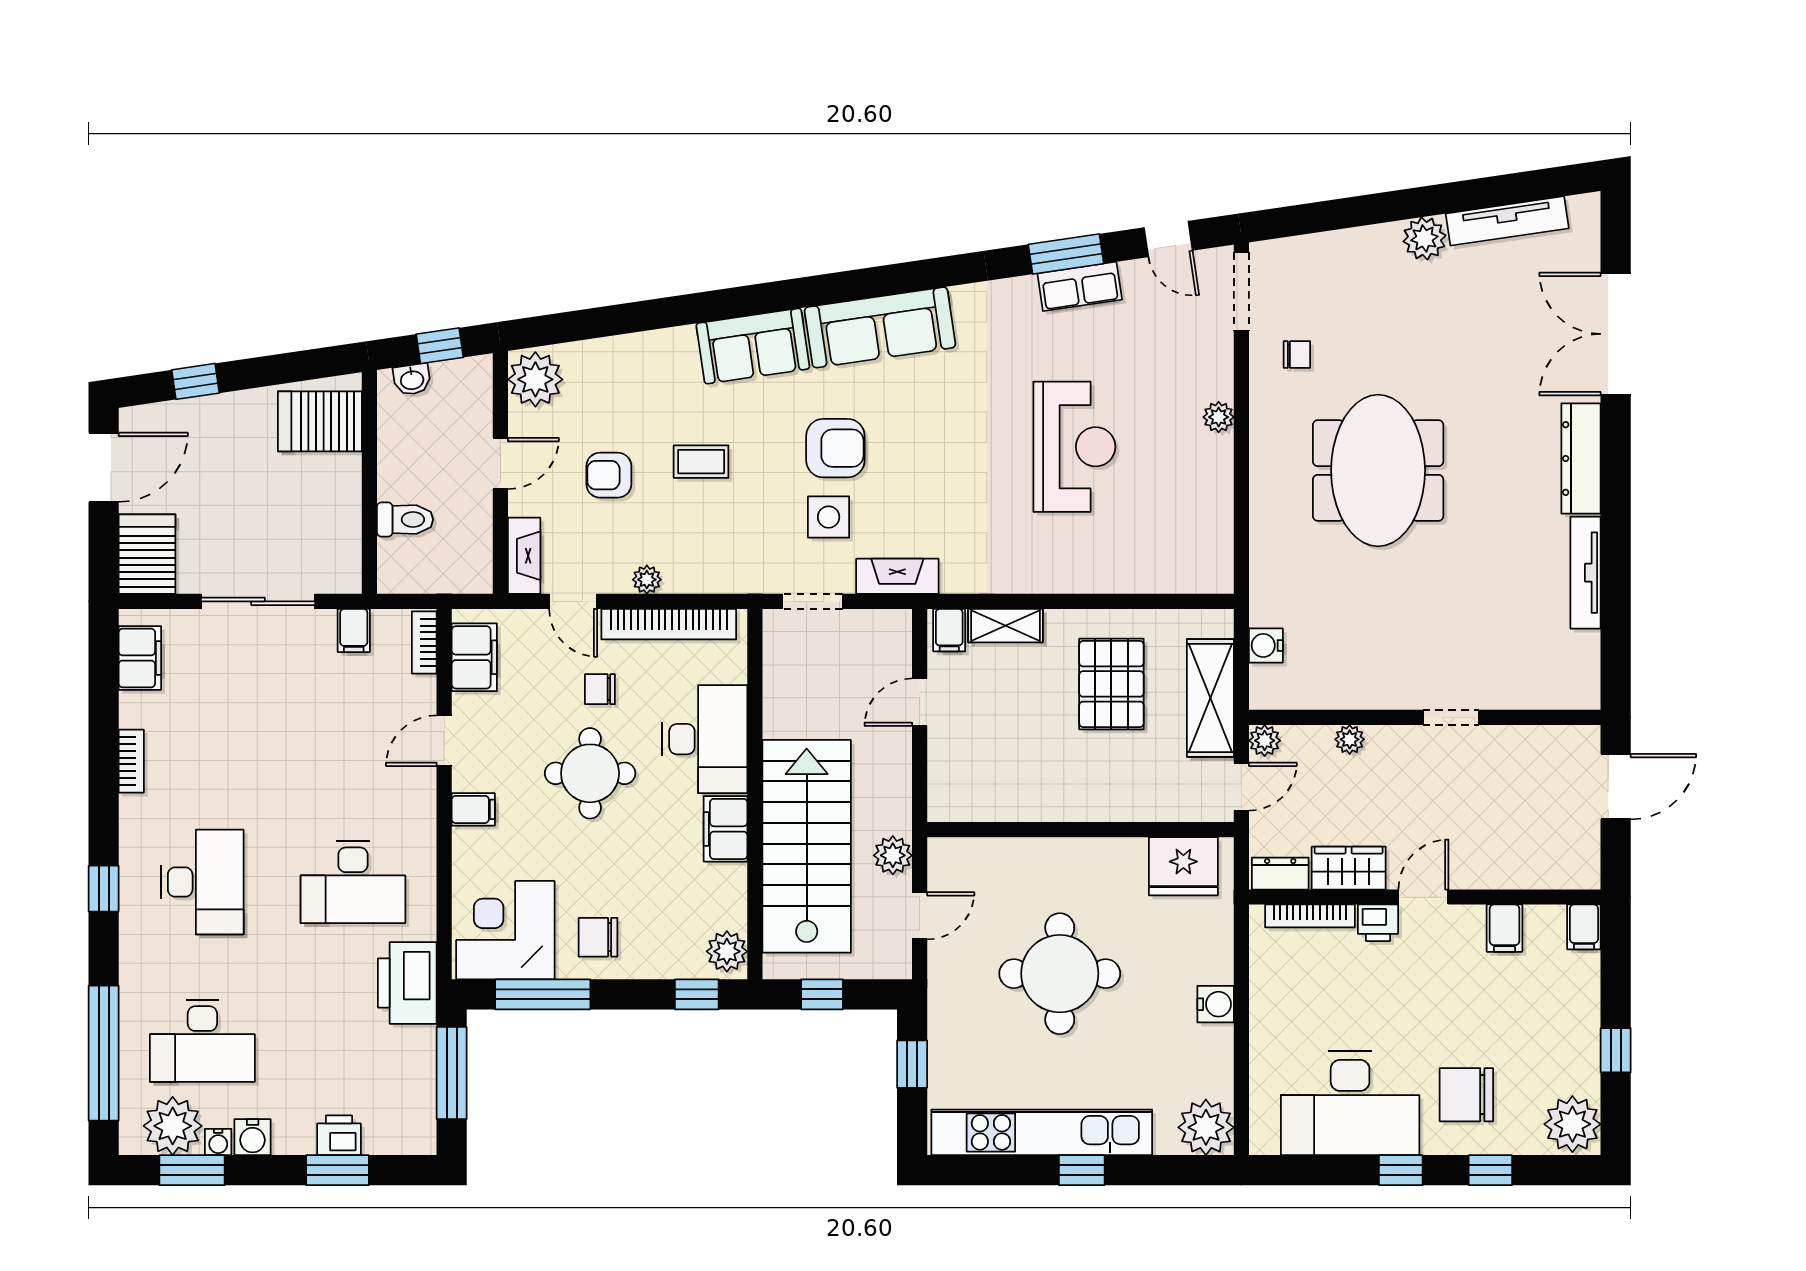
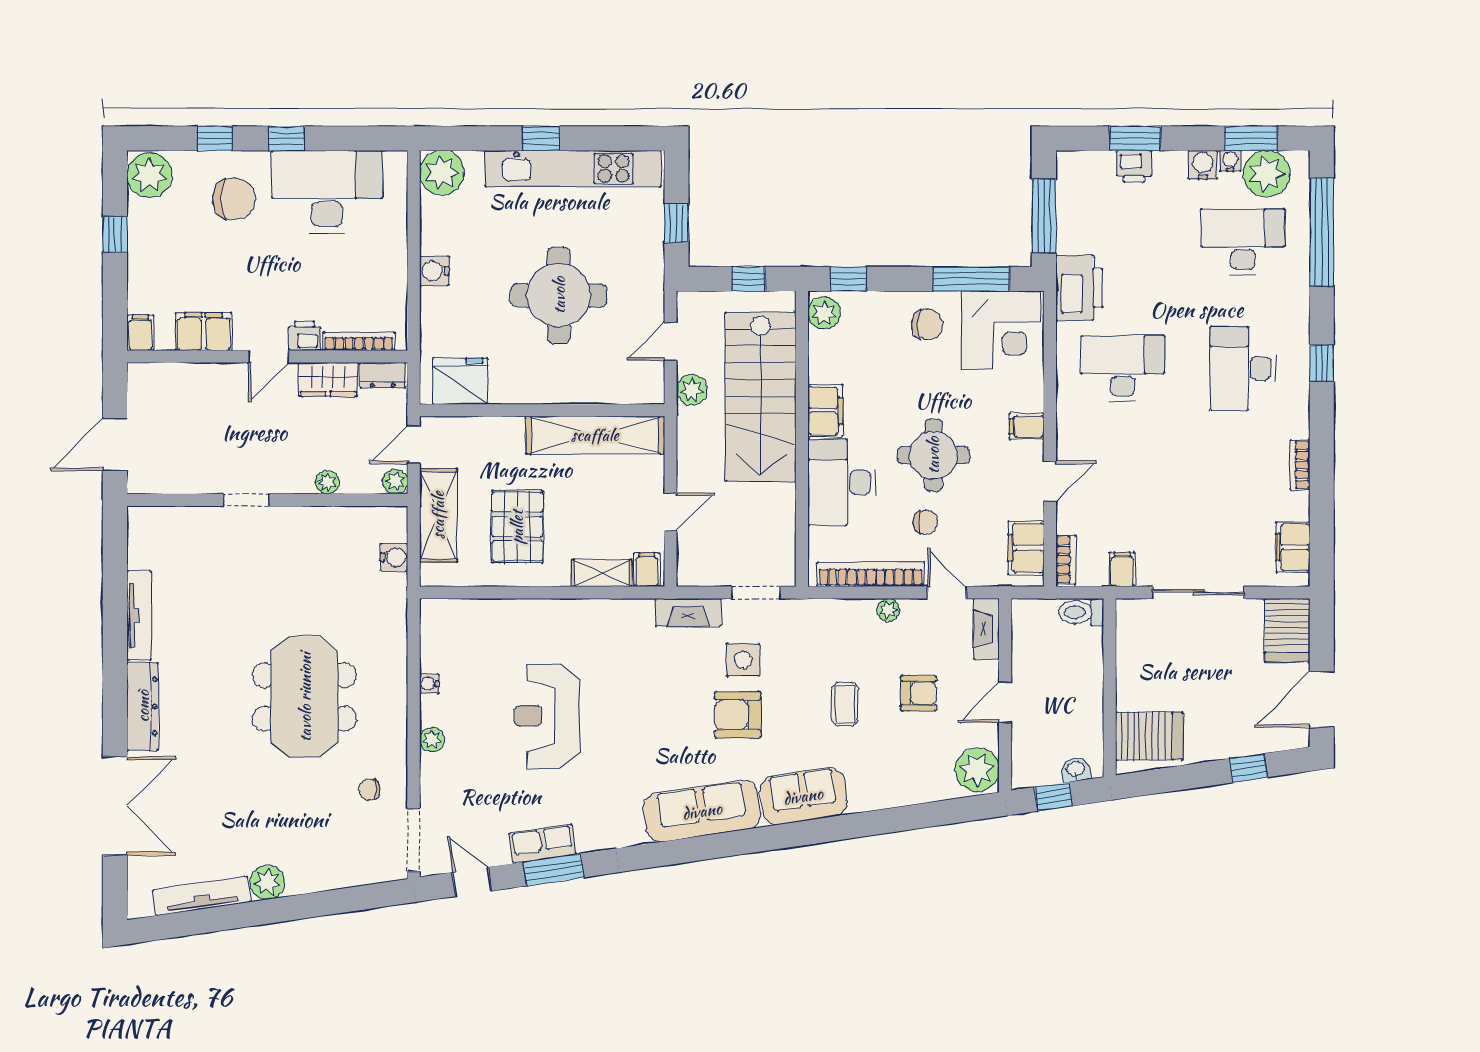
coffee table: (701, 462) -> (845, 704), turned 90
water cooler: (1222, 487) -> (429, 684), added
toilet: (405, 520) -> (1081, 612), moved
shelving: (1014, 798) -> (595, 435), added
filing cabinet: (1504, 928) -> (204, 332), width x2.00

